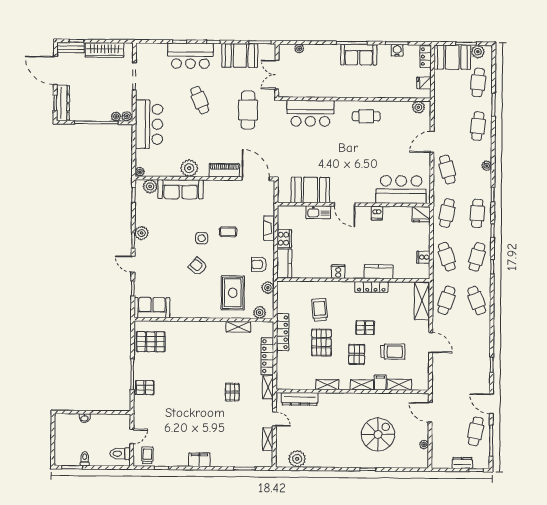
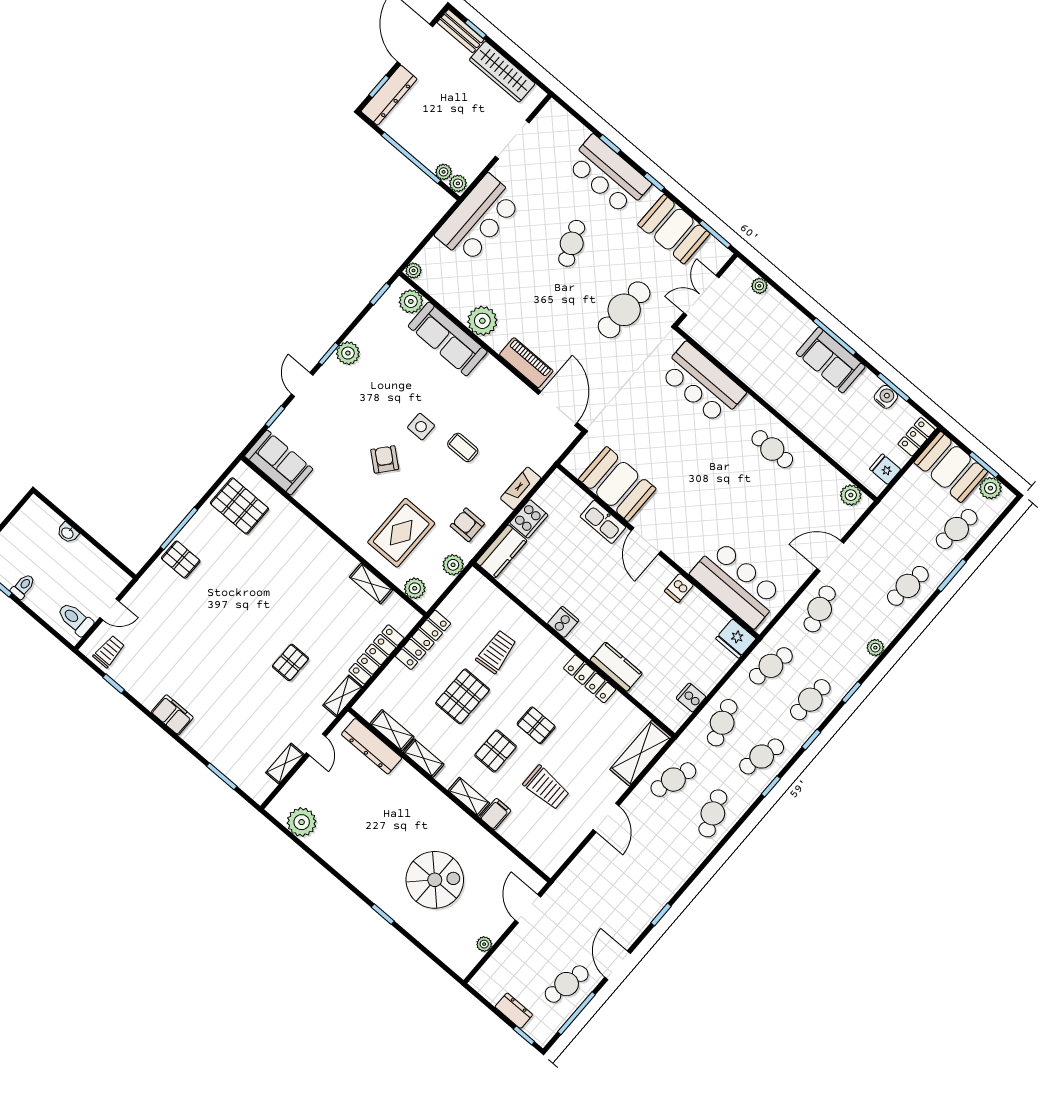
shelving: (399, 385) -> (392, 730), moved

